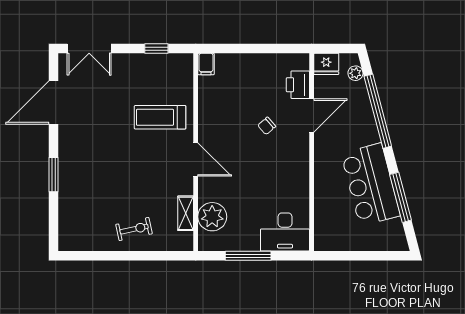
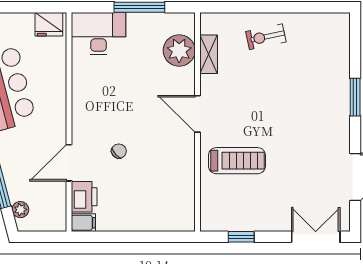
filing cabinet: (206, 64) -> (83, 223), moved, turned 90
fridge: (326, 64) -> (49, 24), moved, turned 180

